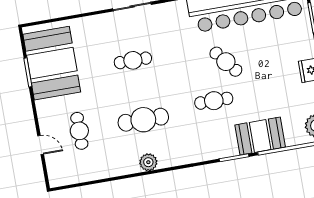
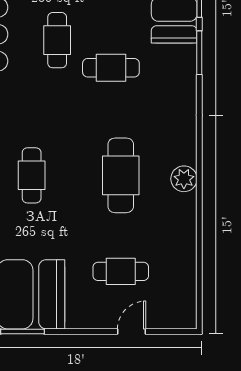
cafe table: (226, 62) -> (57, 40), turned -51
cafe table: (214, 101) -> (111, 68), turned 90

